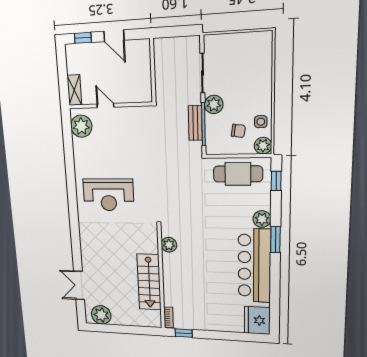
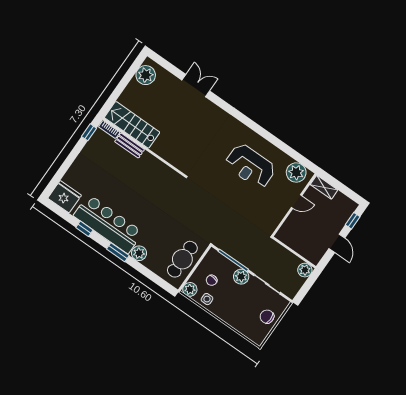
door: (114, 36) -> (337, 243), swing flipped
chair: (235, 47) -> (267, 317), added
bench: (195, 123) -> (130, 146), moved
window: (276, 181) -> (84, 229), moved
reception desk: (108, 195) -> (250, 166), moved, turned -90
plant: (169, 245) -> (305, 270), moved
stairs: (149, 282) -> (132, 125), moved
double door: (79, 285) -> (196, 86), moved

